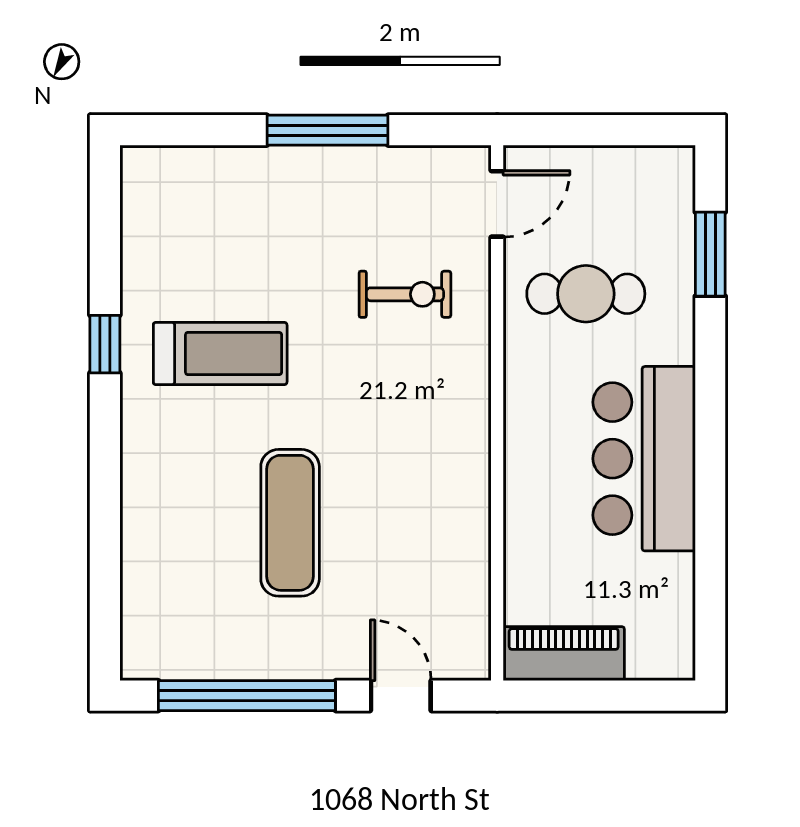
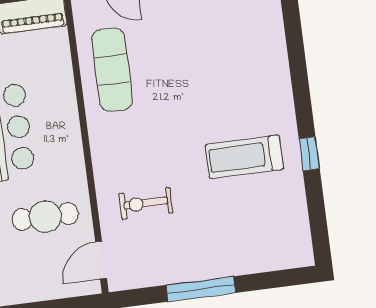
exercise mat: (290, 523) -> (112, 70), moved

